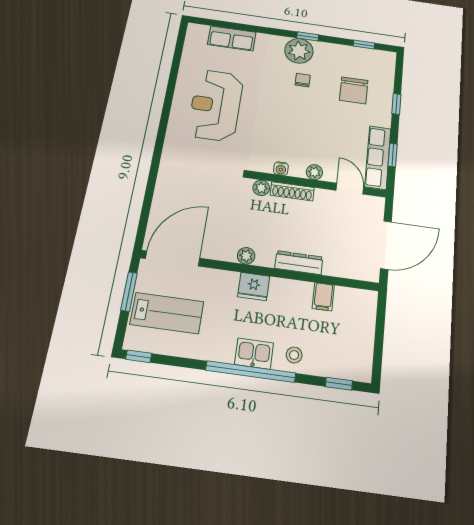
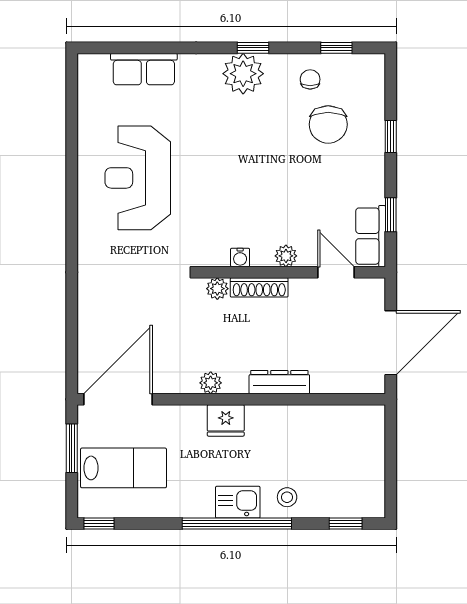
chair: (303, 80) -> (310, 79), moved
row of seats: (378, 157) -> (371, 236), width x0.68
filing cabinet: (323, 297) -> (315, 421), removed

